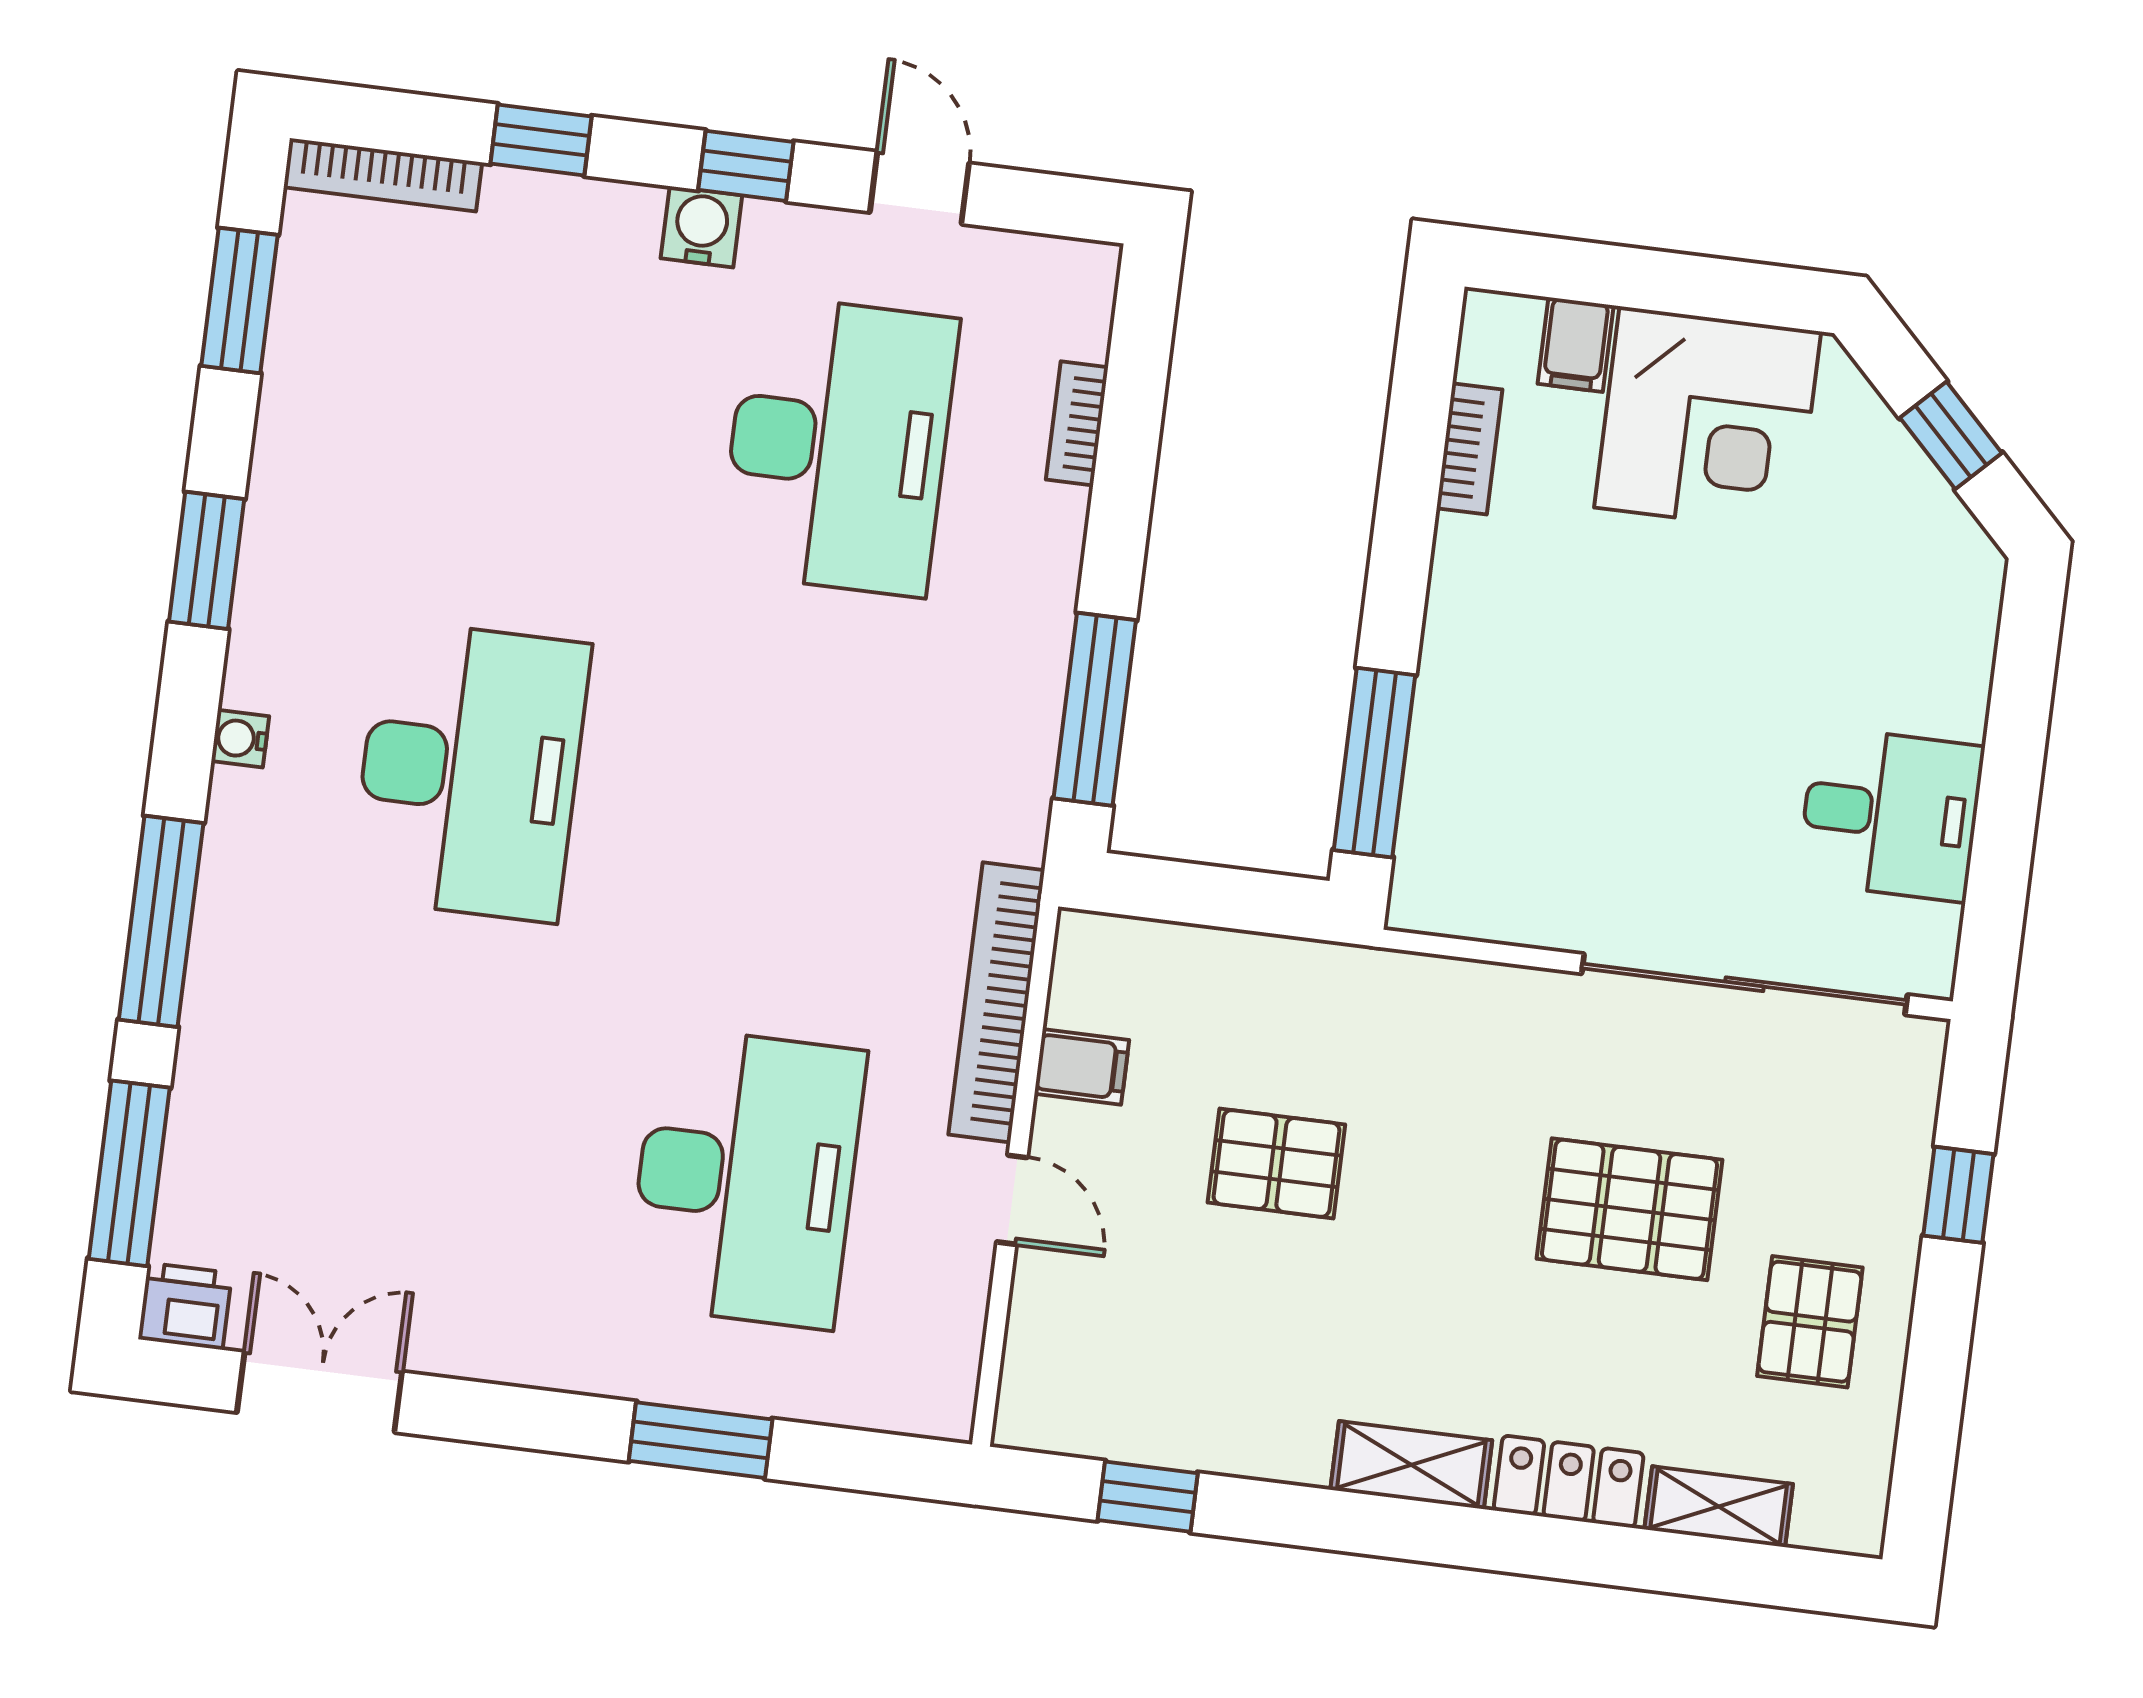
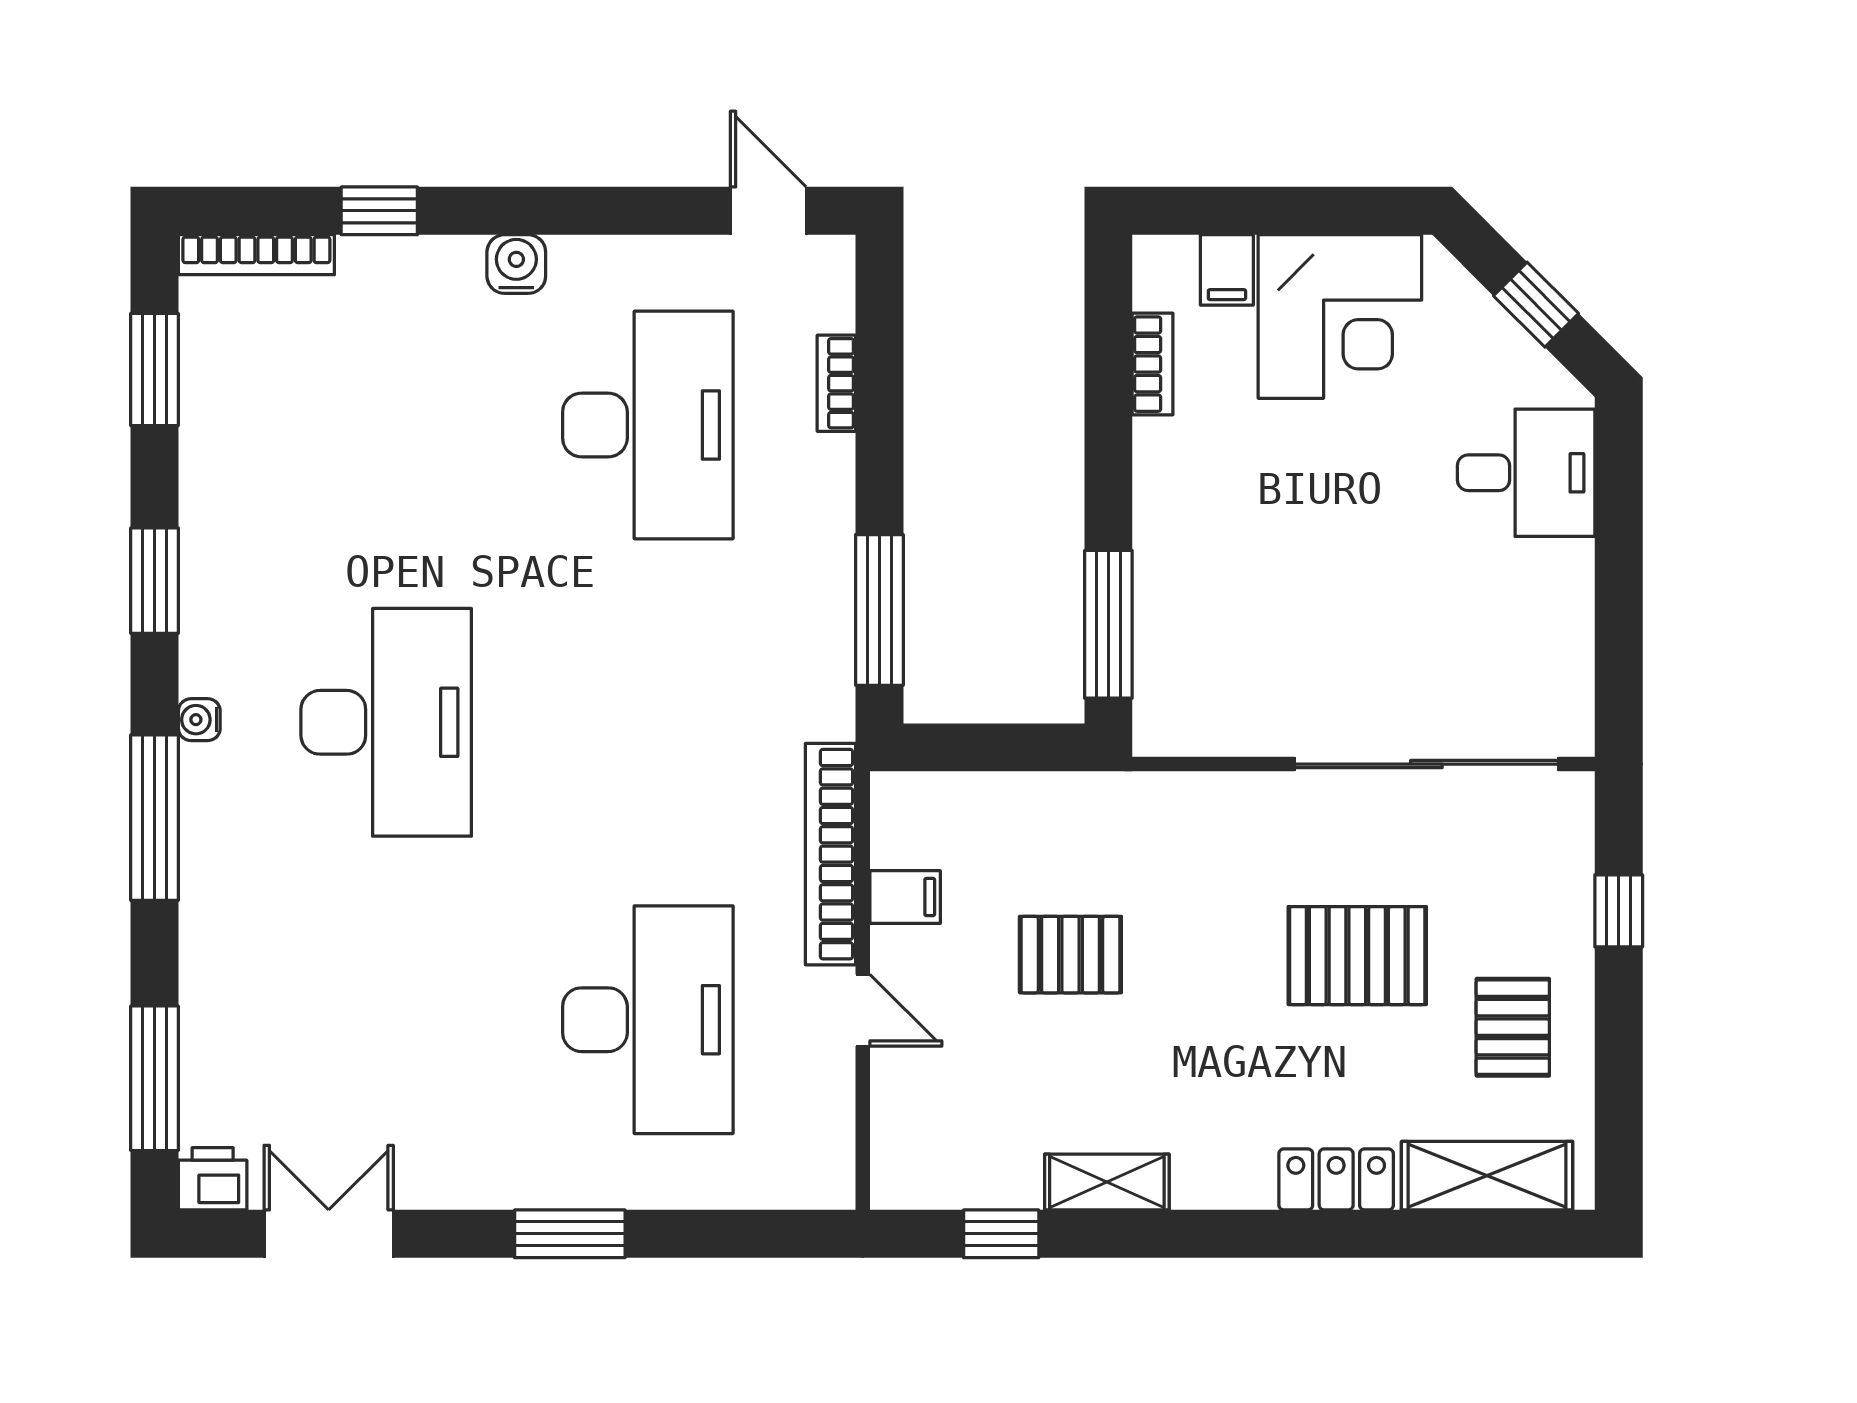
window: (746, 166) -> (546, 211), removed
door: (919, 188) -> (768, 211), moved
desk: (1891, 814) -> (1526, 473), moved
window: (161, 921) -> (155, 818), moved
window: (701, 1440) -> (570, 1234), moved
shelving: (1411, 1465) -> (1107, 1182), moved
shelving: (1719, 1507) -> (1487, 1176), width x1.50, depth x1.33

